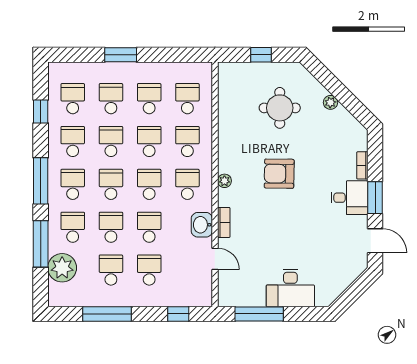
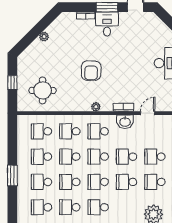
round table: (280, 108) -> (43, 90), moved
school desk: (73, 227) -> (127, 207), removed

